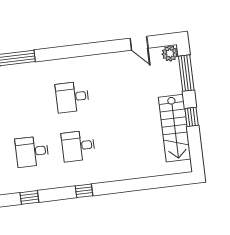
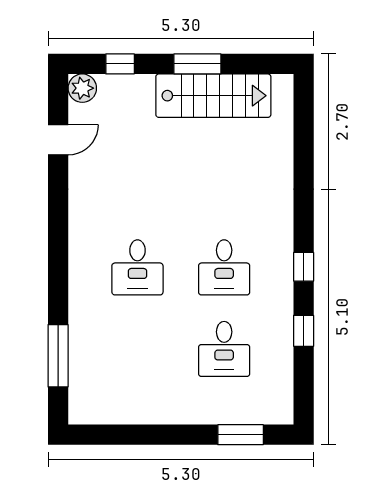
window: (186, 73) -> (120, 64), width x0.46
window: (192, 117) -> (197, 64), width x1.50
window: (29, 197) -> (304, 331), moved

